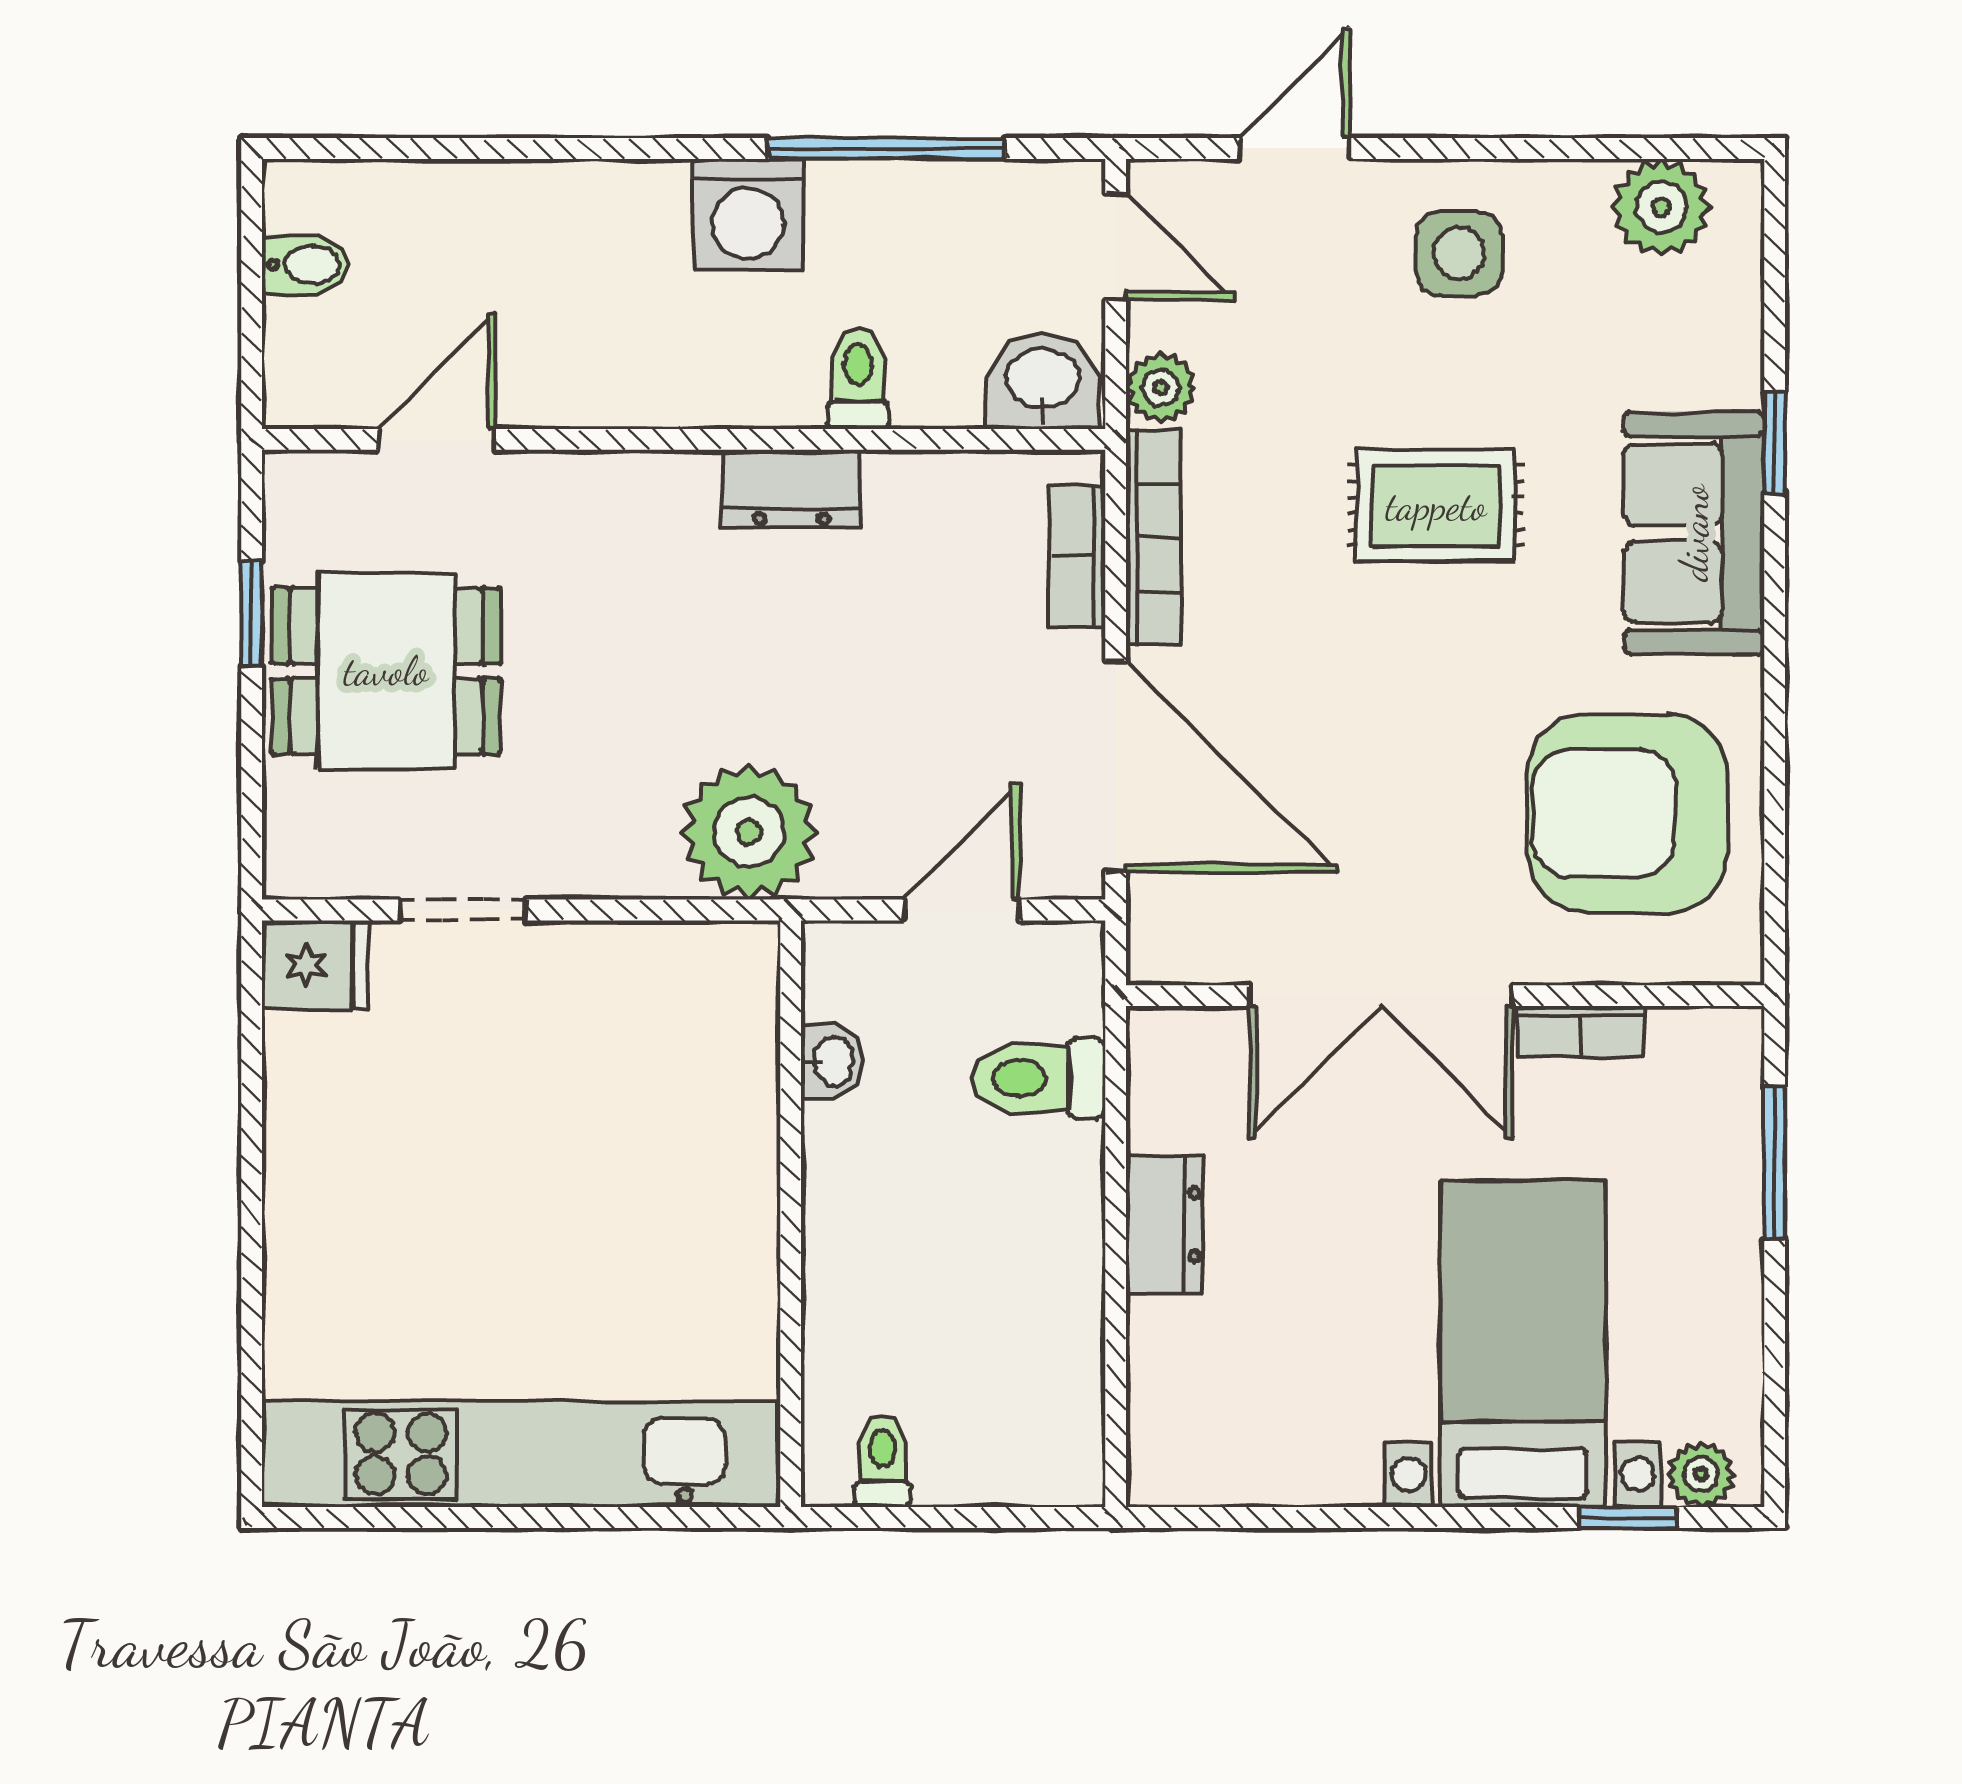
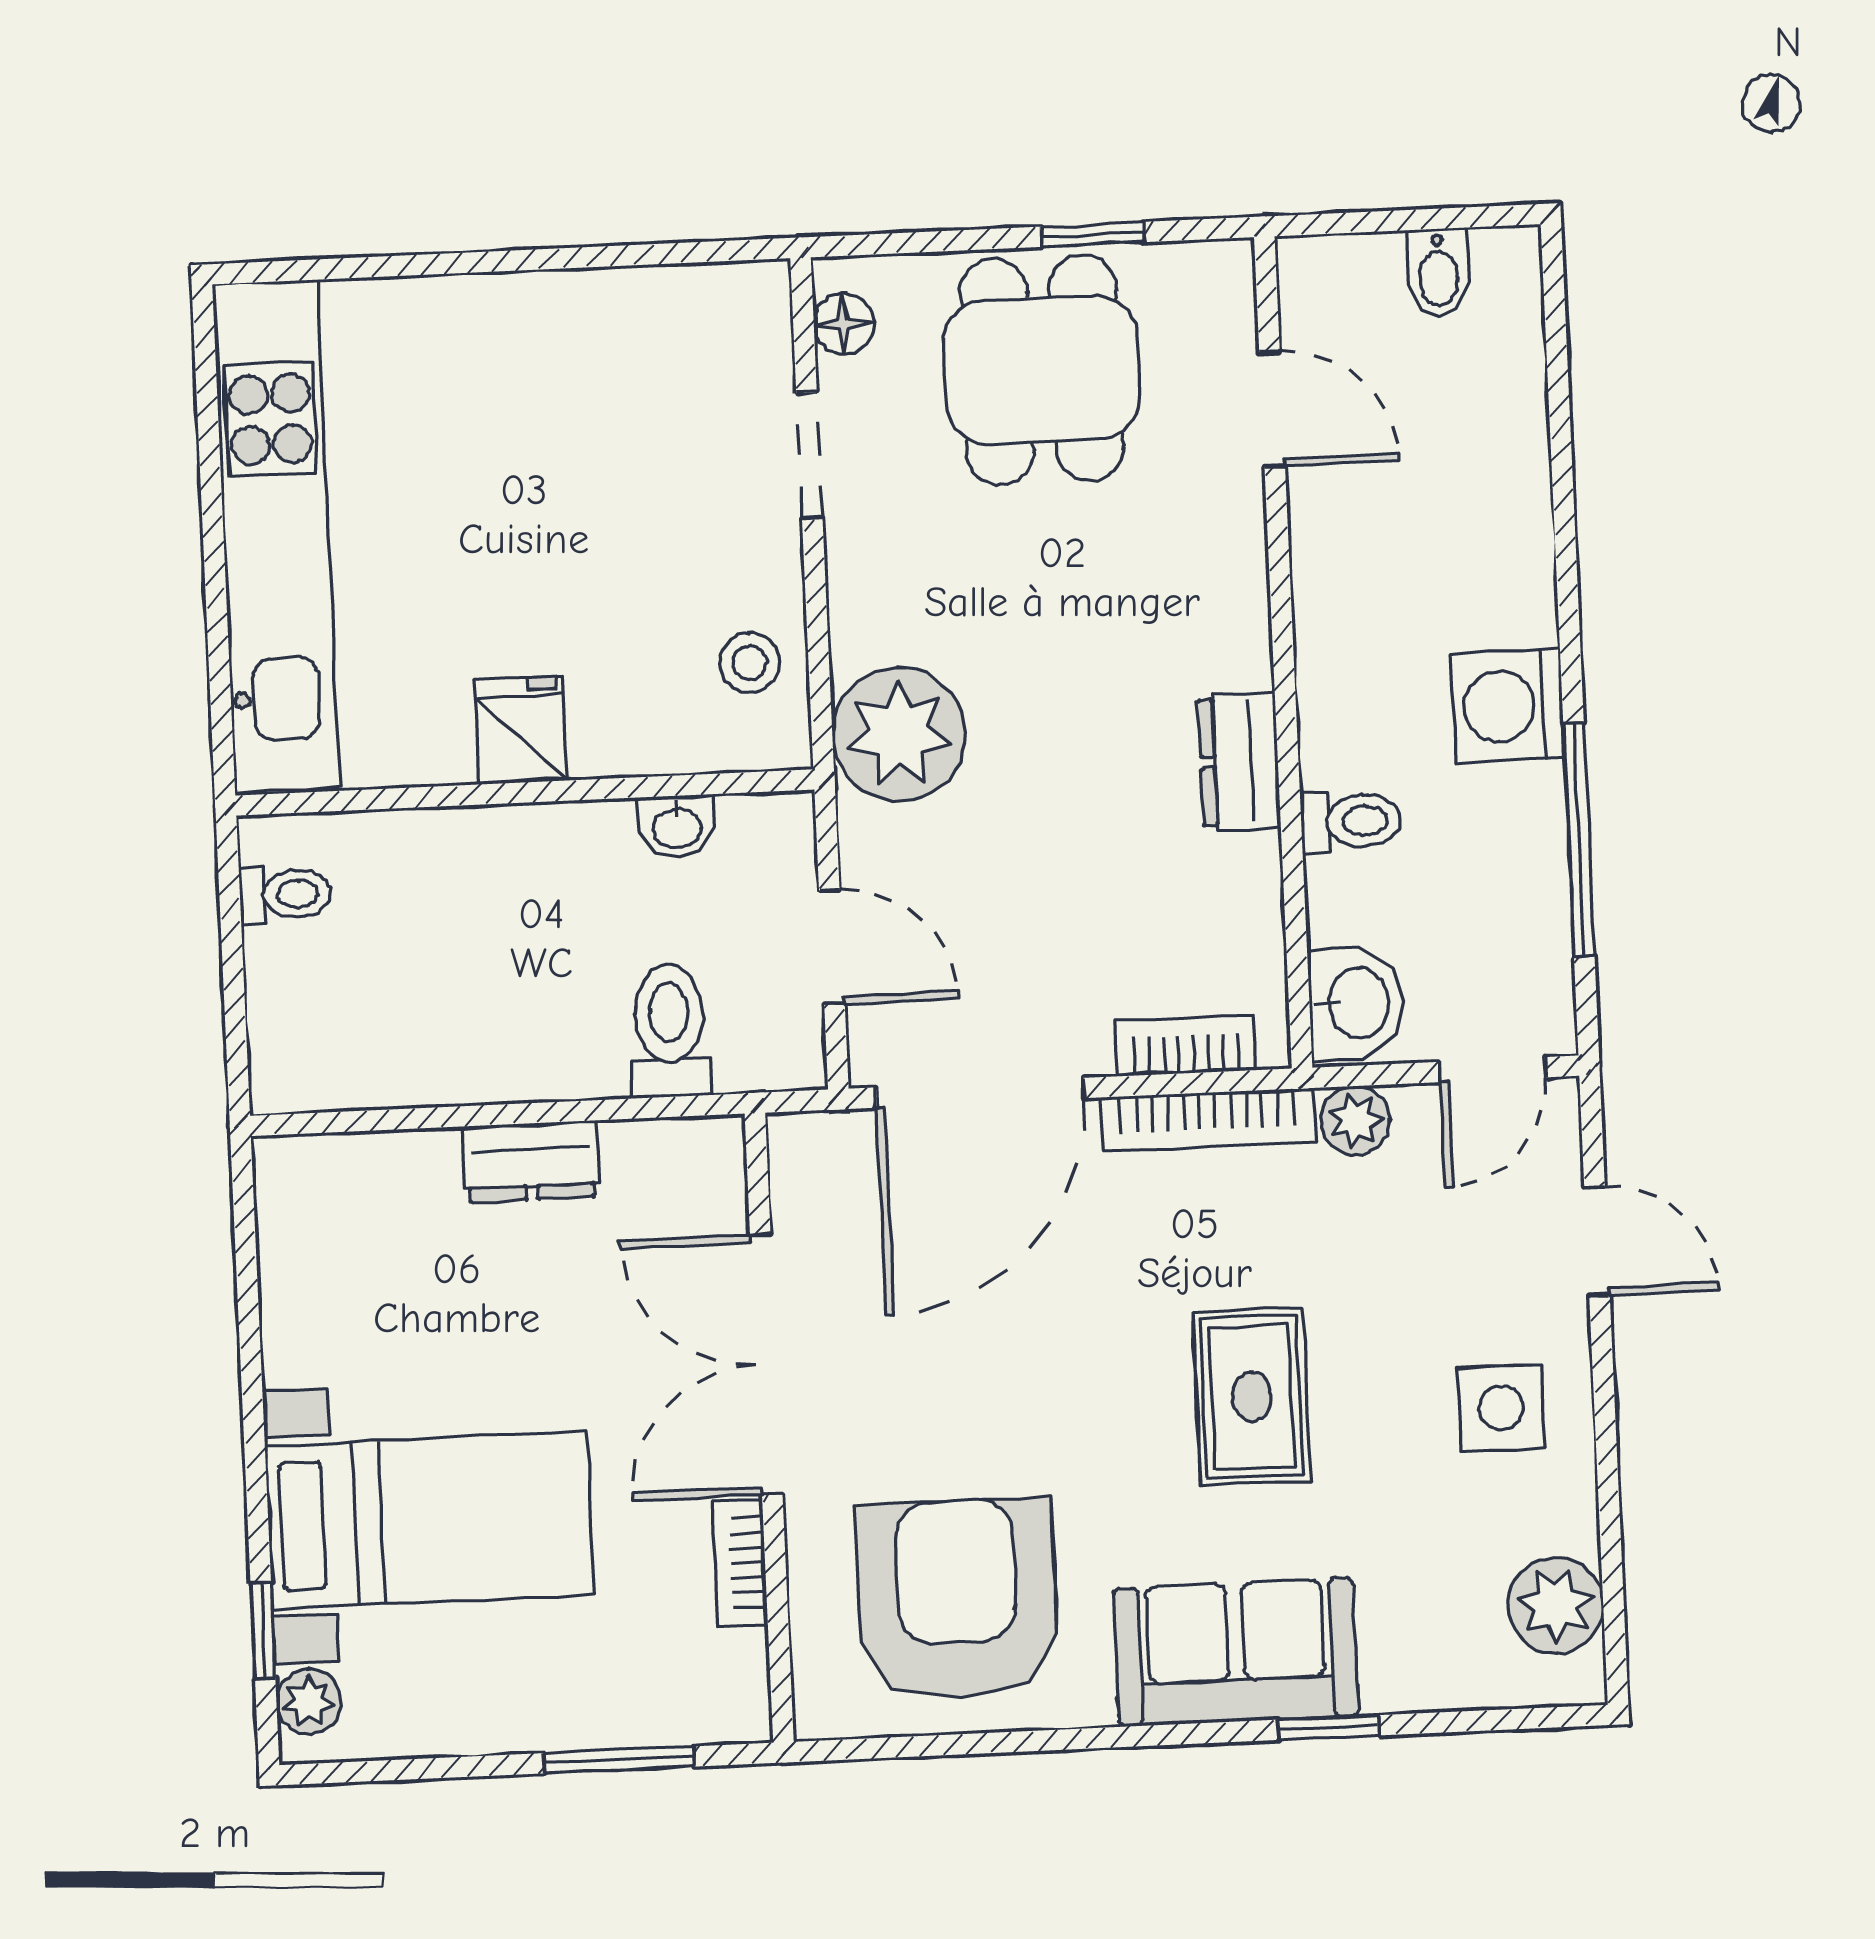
floor lamp: (331, 869) -> (844, 324), added
fridge: (315, 965) -> (521, 730), moved, turned 180
stool: (669, 980) -> (750, 663), added

